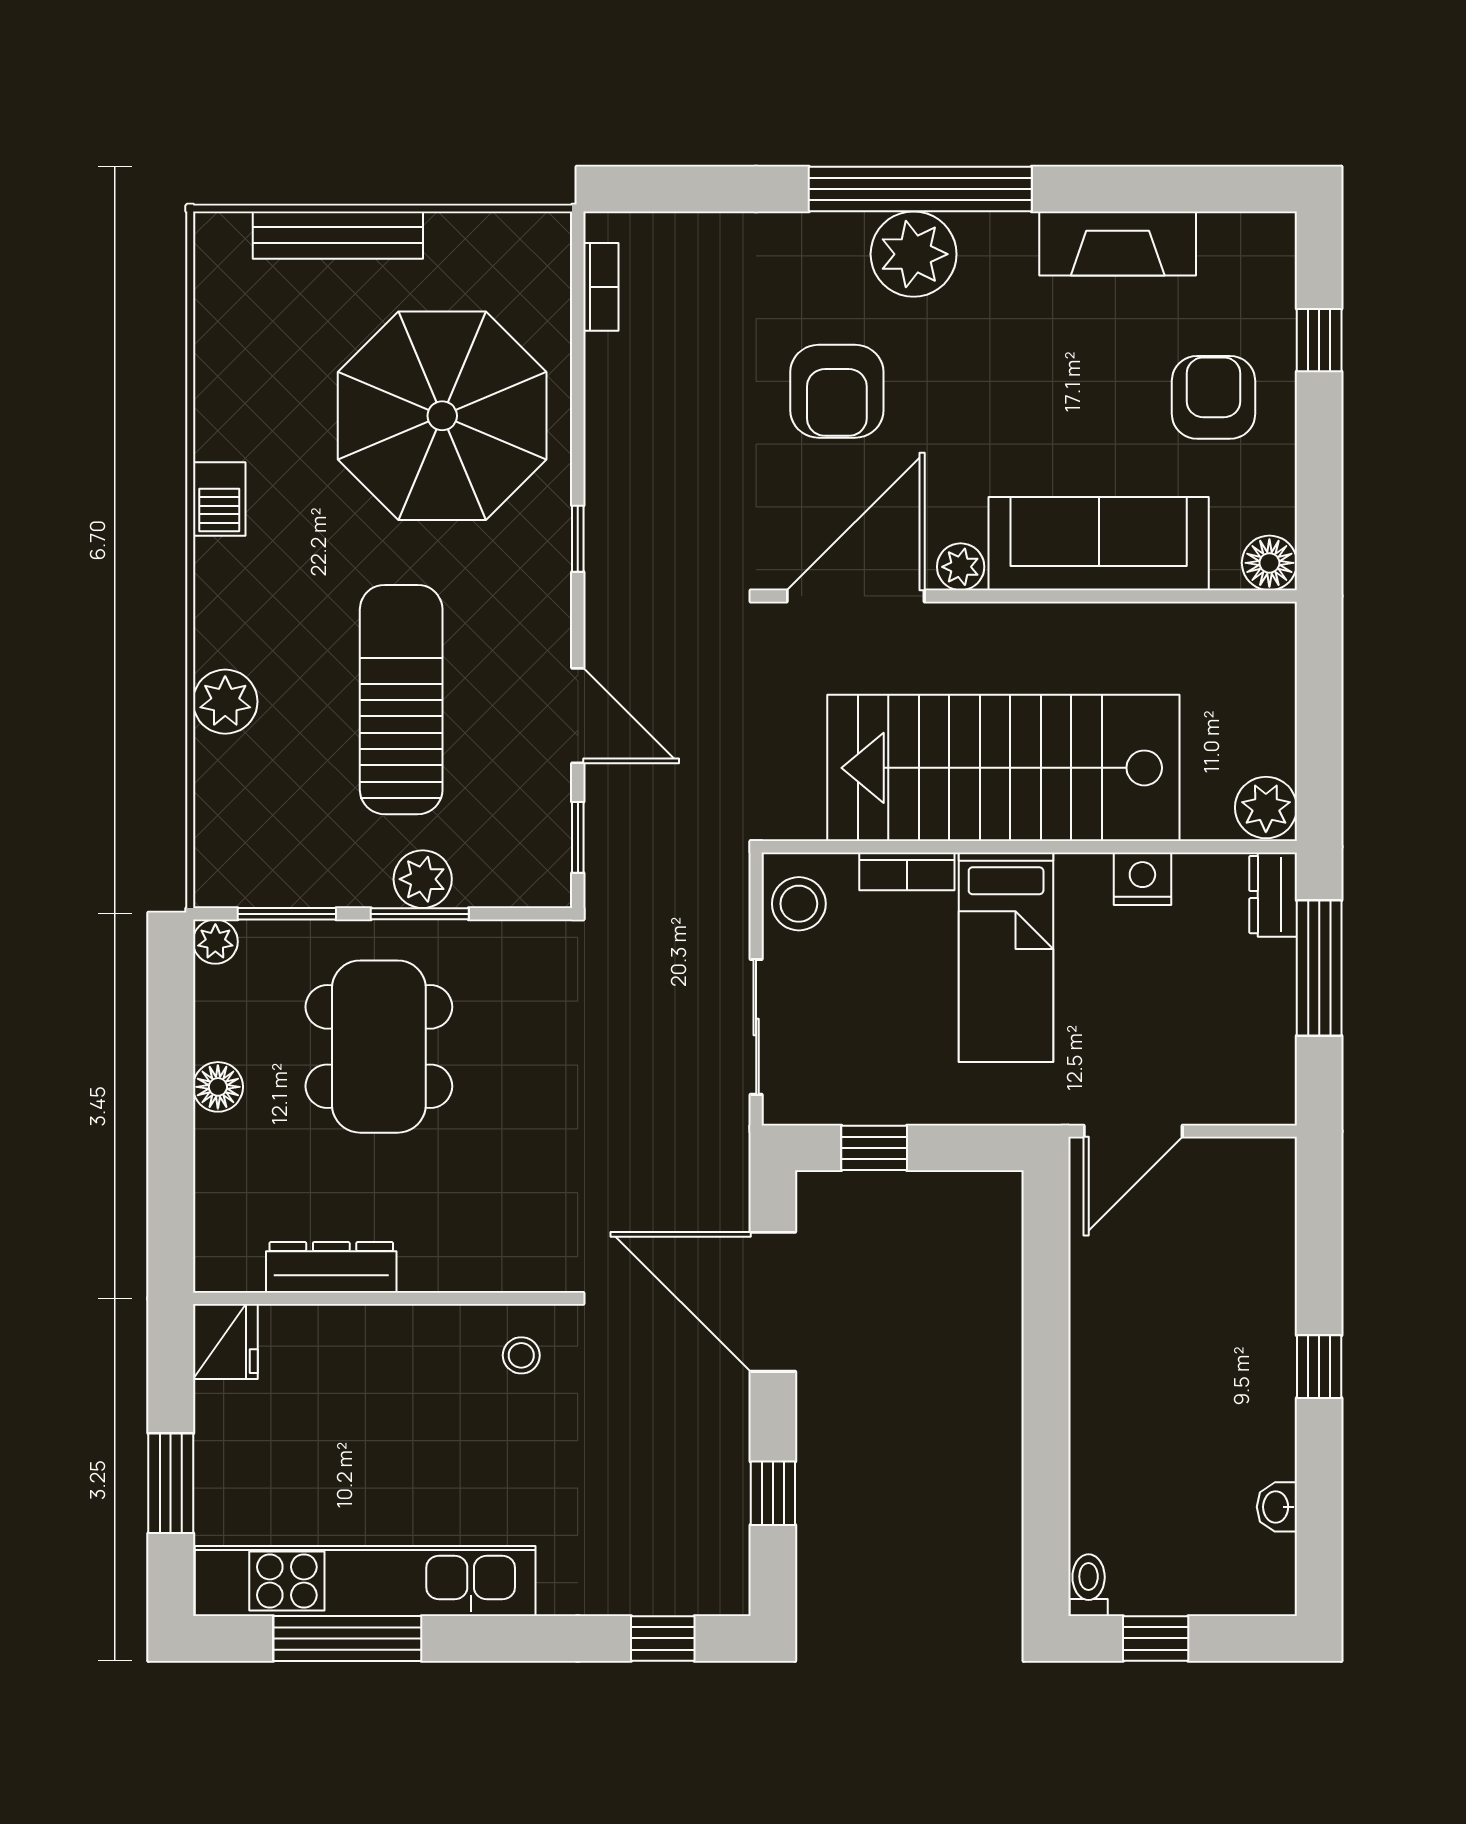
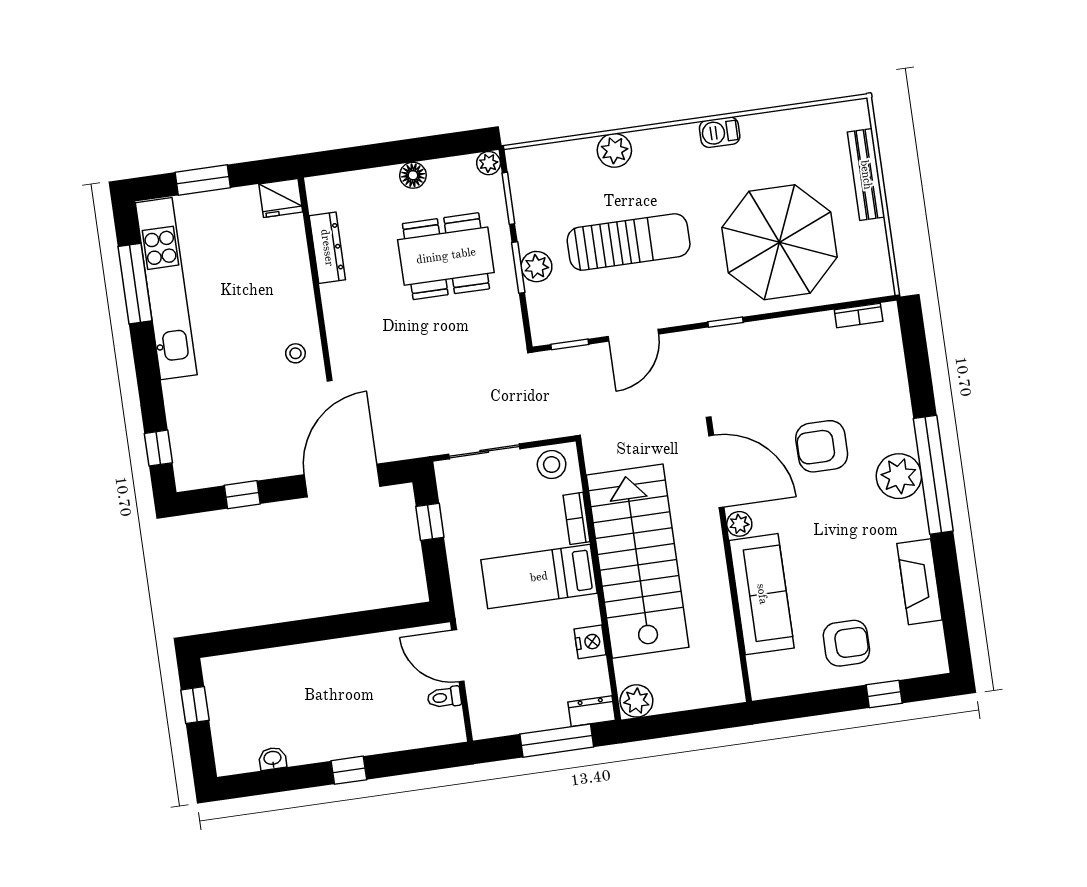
floor lamp: (1269, 563) -> (764, 685), removed
toilet: (1089, 1585) -> (444, 697), moved, turned 180

